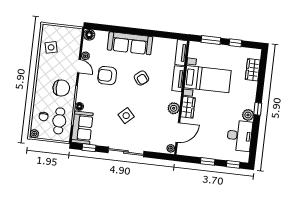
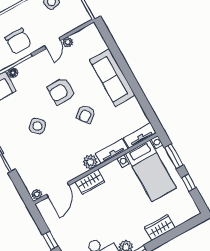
floor lamp: (89, 35) -> (91, 31), removed
wardrobe: (253, 70) -> (160, 228), moved
armchair: (107, 76) -> (61, 91), moved, turned -90
bed with nightstands: (208, 79) -> (151, 171), moved
plant: (174, 108) -> (90, 162), moved
door: (178, 132) -> (58, 190), hinge flipped

